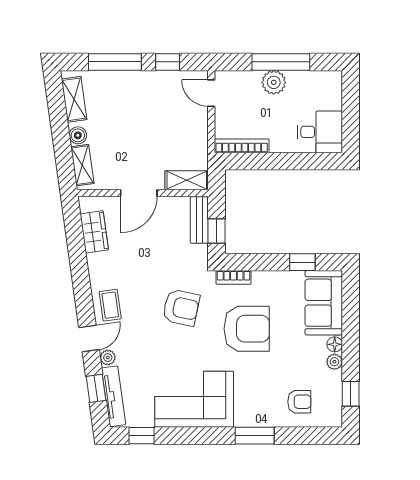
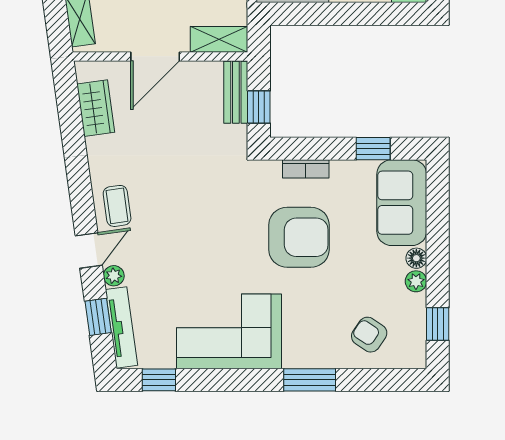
bookcase: (234, 277) -> (306, 169), moved
armchair: (181, 308) -> (211, 209), removed
armchair: (299, 402) -> (369, 335), turned -146

